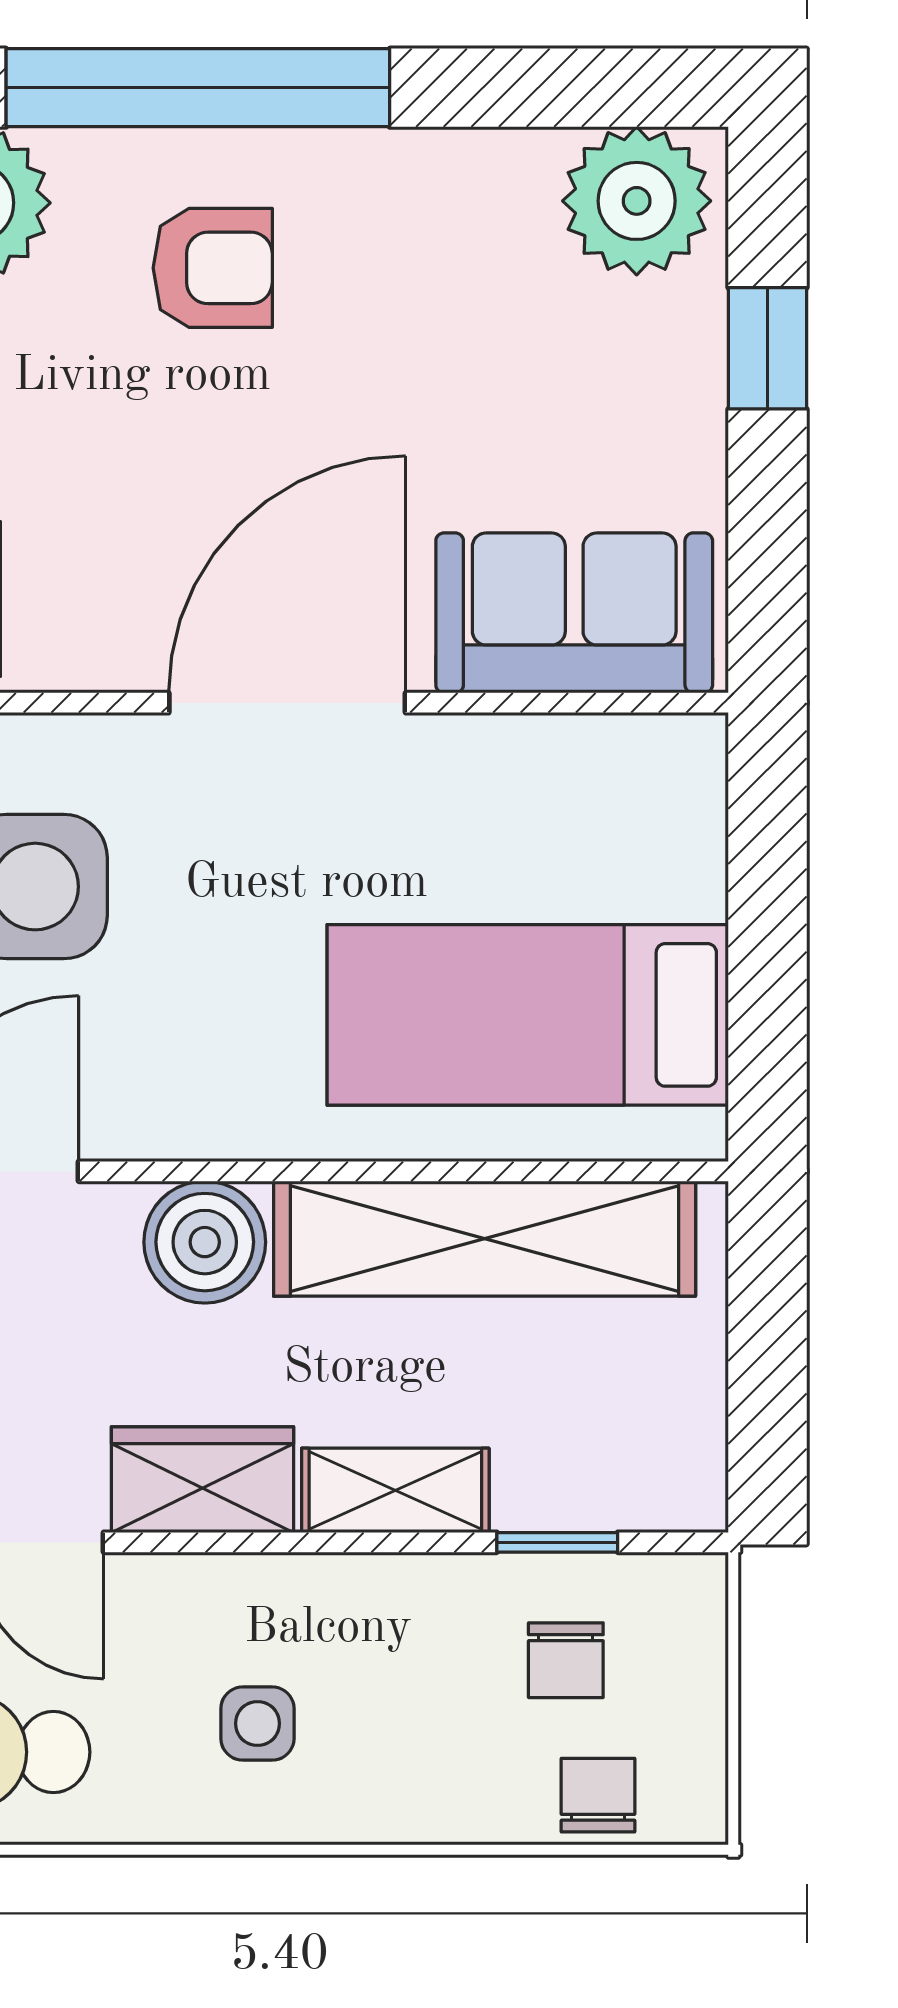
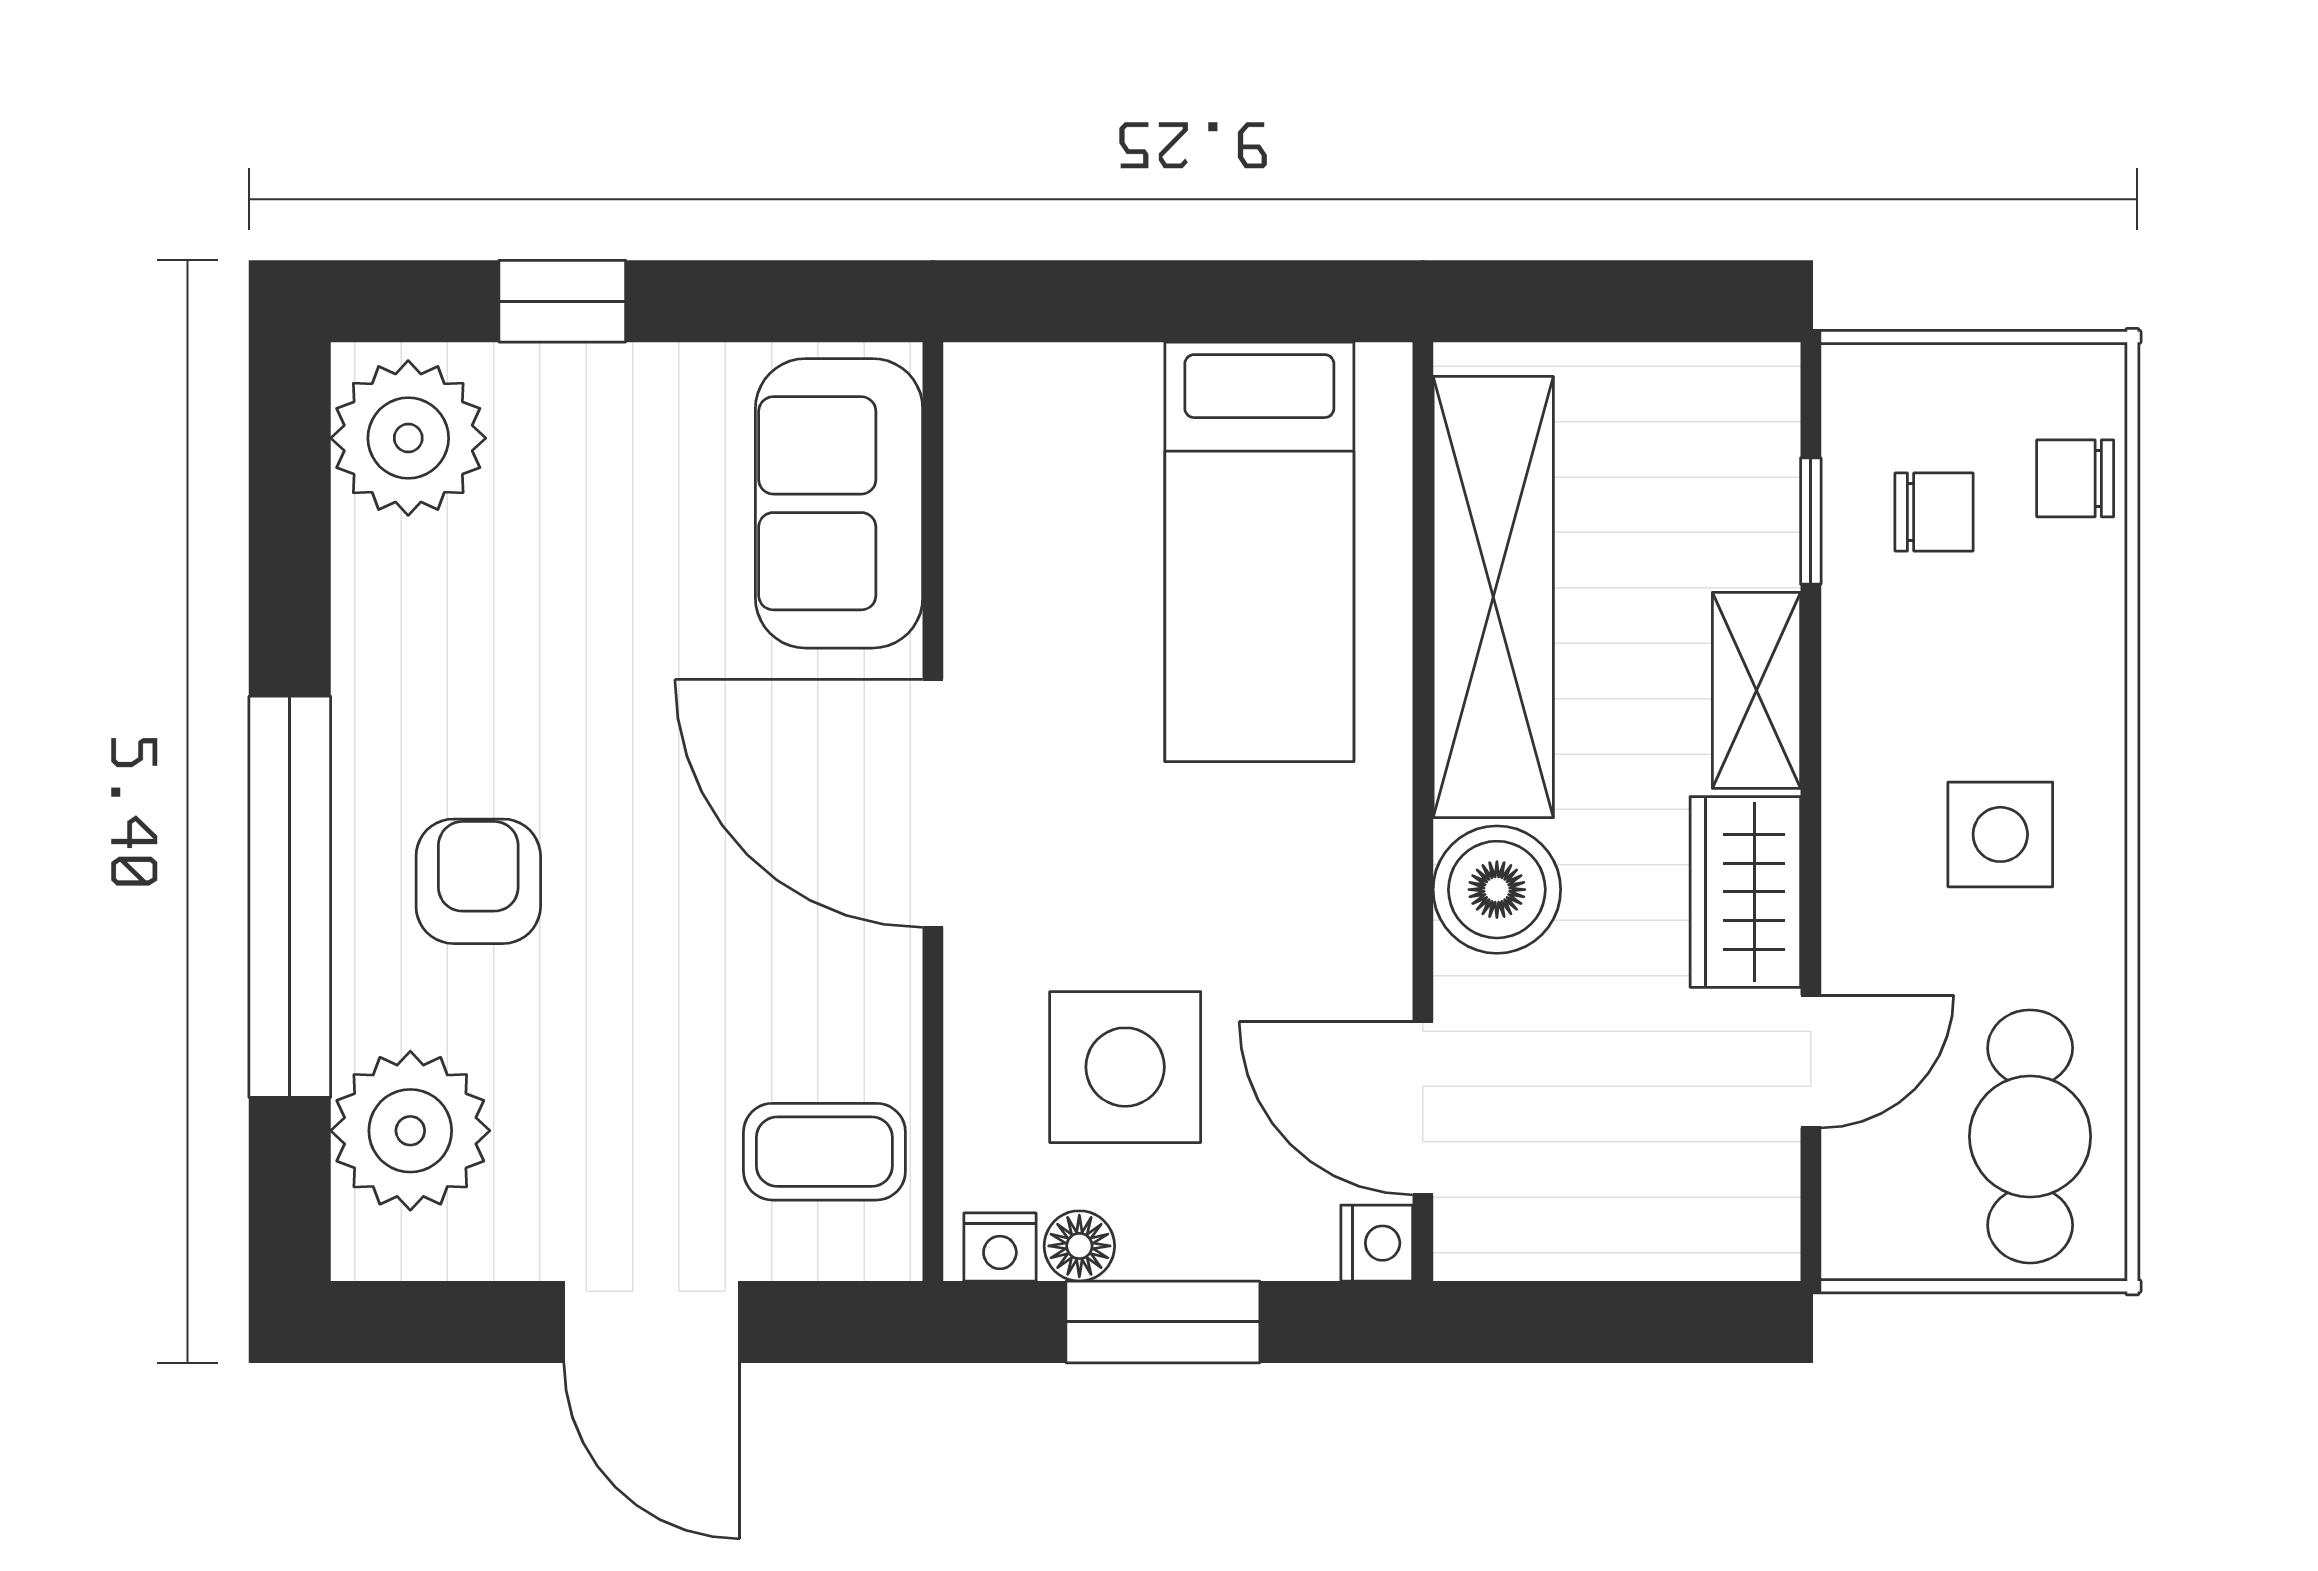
side table: (257, 1724) -> (2000, 834), width x1.37, depth x1.37

